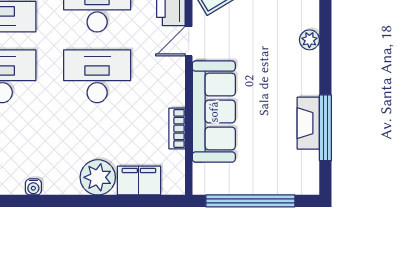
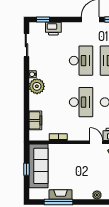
sofa: (214, 112) -> (39, 166), moved, turned -90
plant: (98, 177) -> (37, 86), moved
window: (250, 201) -> (26, 169), width x0.32

